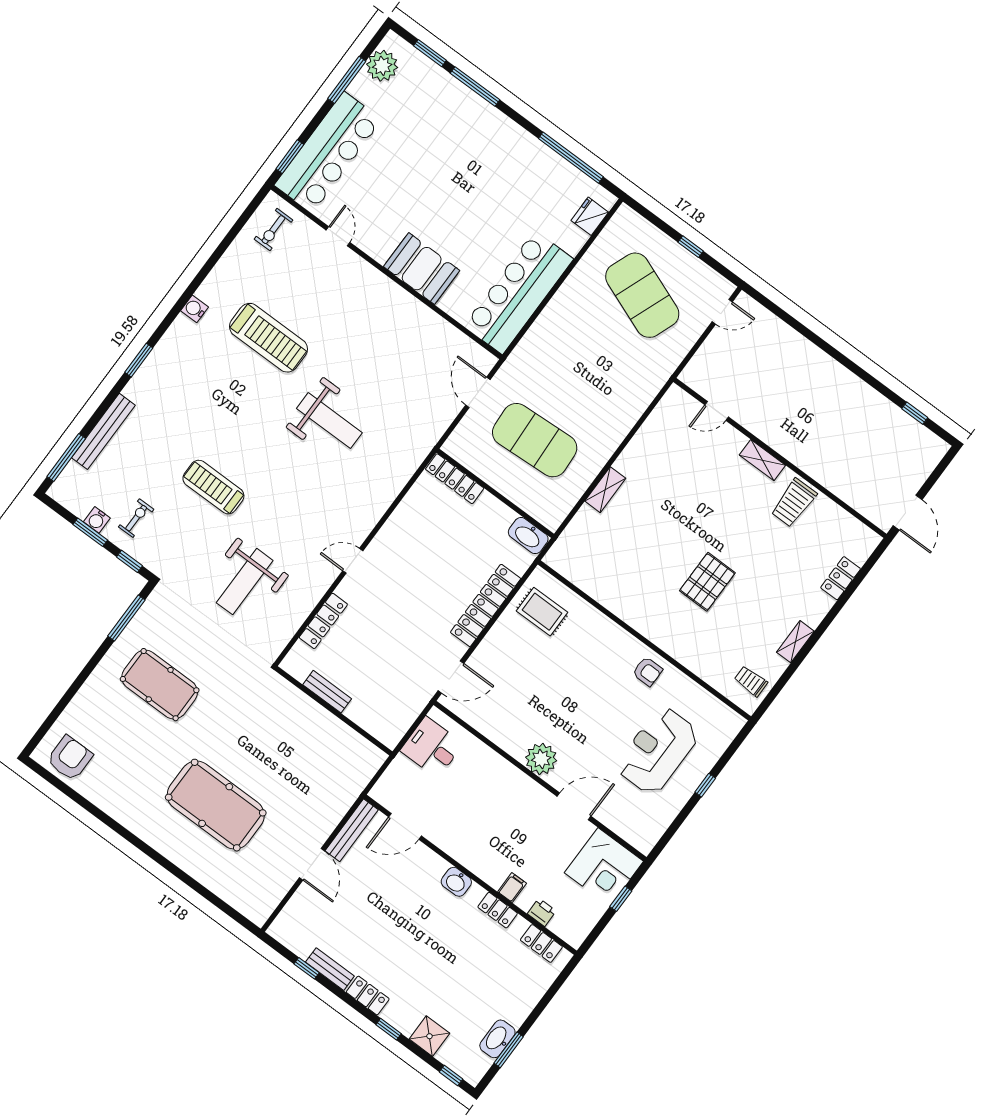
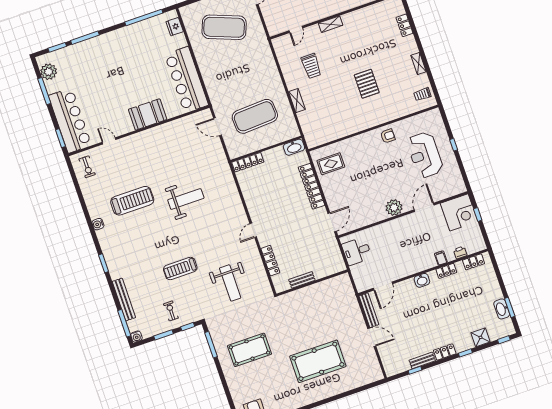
trolley: (794, 503) -> (311, 66), moved
water cooler: (97, 520) -> (136, 337), moved

